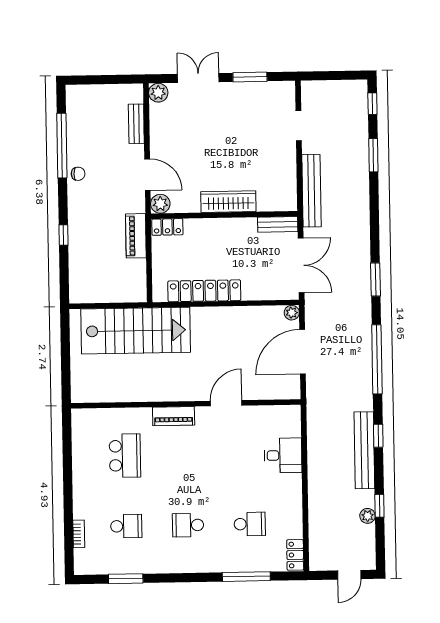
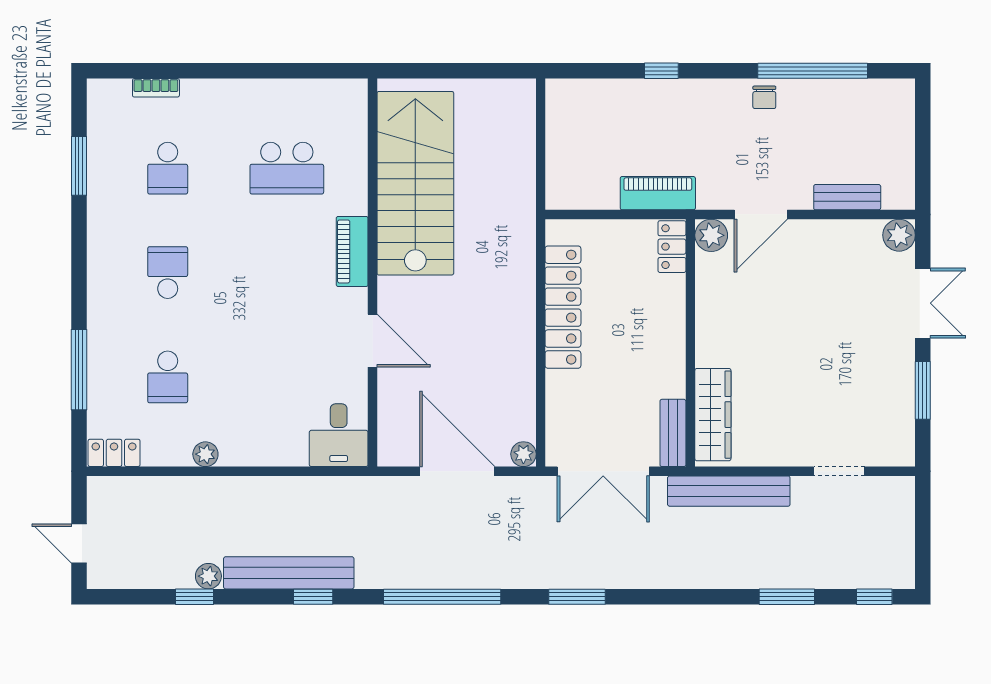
wardrobe: (228, 202) -> (713, 415), moved
stairs: (136, 331) -> (415, 183), moved, turned 180
desk: (283, 455) -> (339, 435), moved
plant: (295, 501) -> (205, 454), added
plant: (368, 516) -> (208, 576), moved

